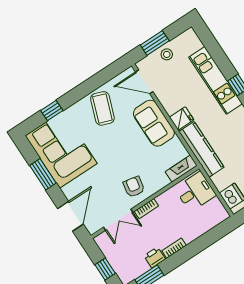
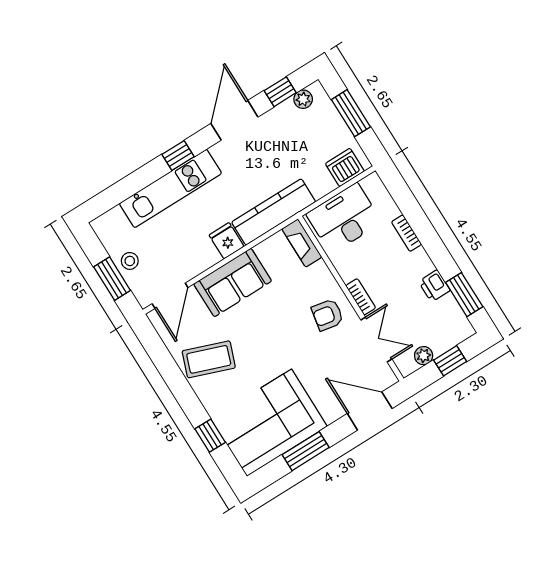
desk: (195, 192) -> (344, 218), width x1.37
bookcase: (174, 248) -> (406, 233), moved
plant: (108, 251) -> (424, 356), added

